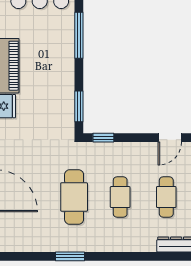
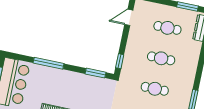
door: (170, 138) -> (129, 17), swing flipped
cafe table: (74, 197) -> (155, 89), width x0.73, depth x0.74

